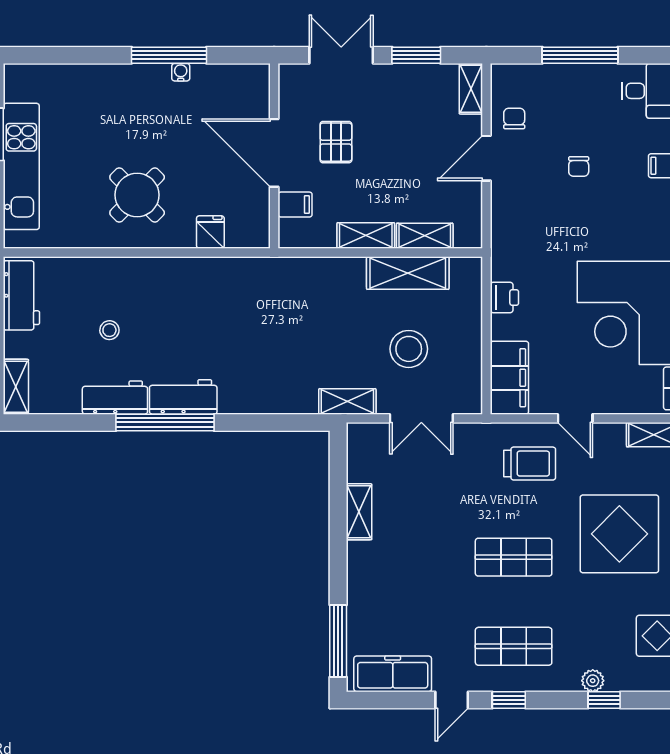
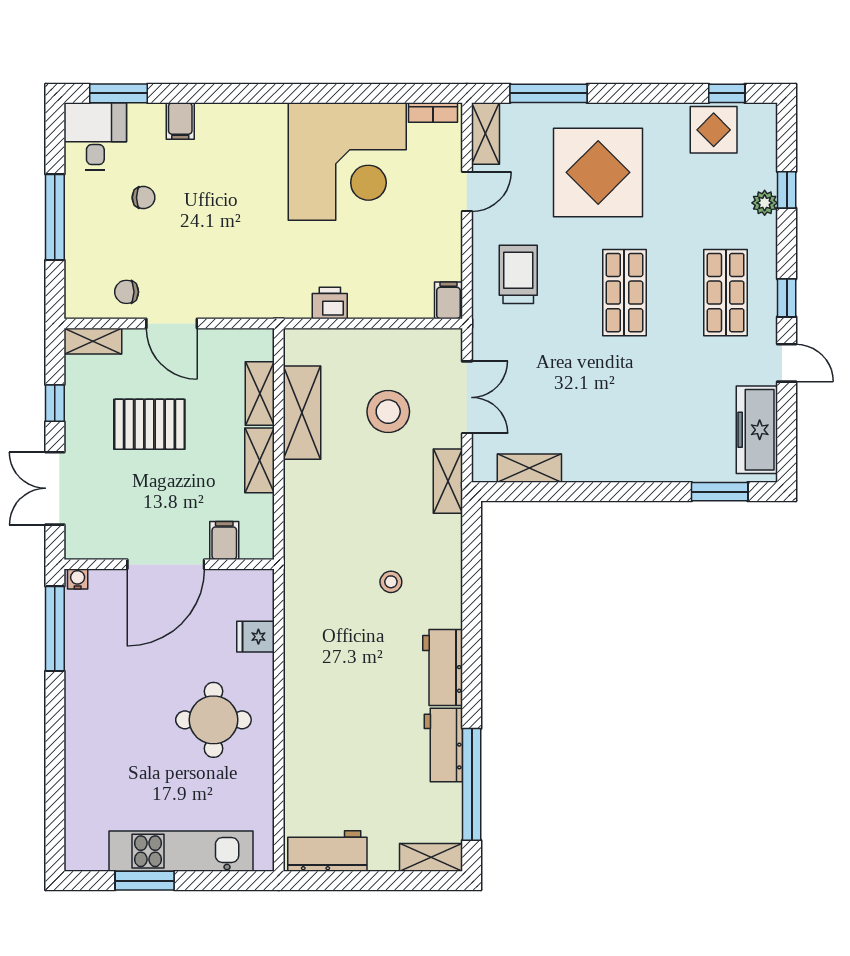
window: (169, 55) -> (55, 629), moved
window: (416, 55) -> (55, 403), width x0.67
water cooler: (181, 72) -> (78, 579), moved, turned 90
pallet: (336, 142) -> (149, 424), moved, width x1.50, depth x1.42
chair: (579, 167) -> (143, 198), moved
round table: (137, 195) -> (213, 720), turned 45
stool: (109, 330) -> (391, 582), moved
filing cabinet: (509, 378) -> (449, 300), width x0.33, depth x0.86
door: (575, 418) -> (467, 192), moved
window: (165, 422) -> (472, 784), moved
shelving: (359, 512) -> (529, 468), moved
window: (338, 641) -> (720, 492), width x0.69

